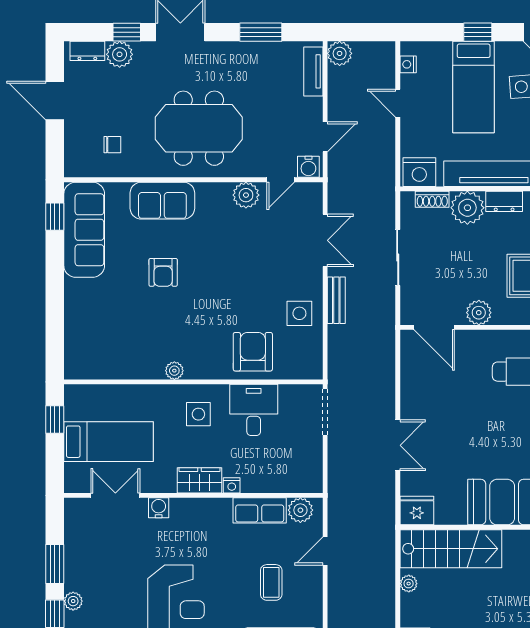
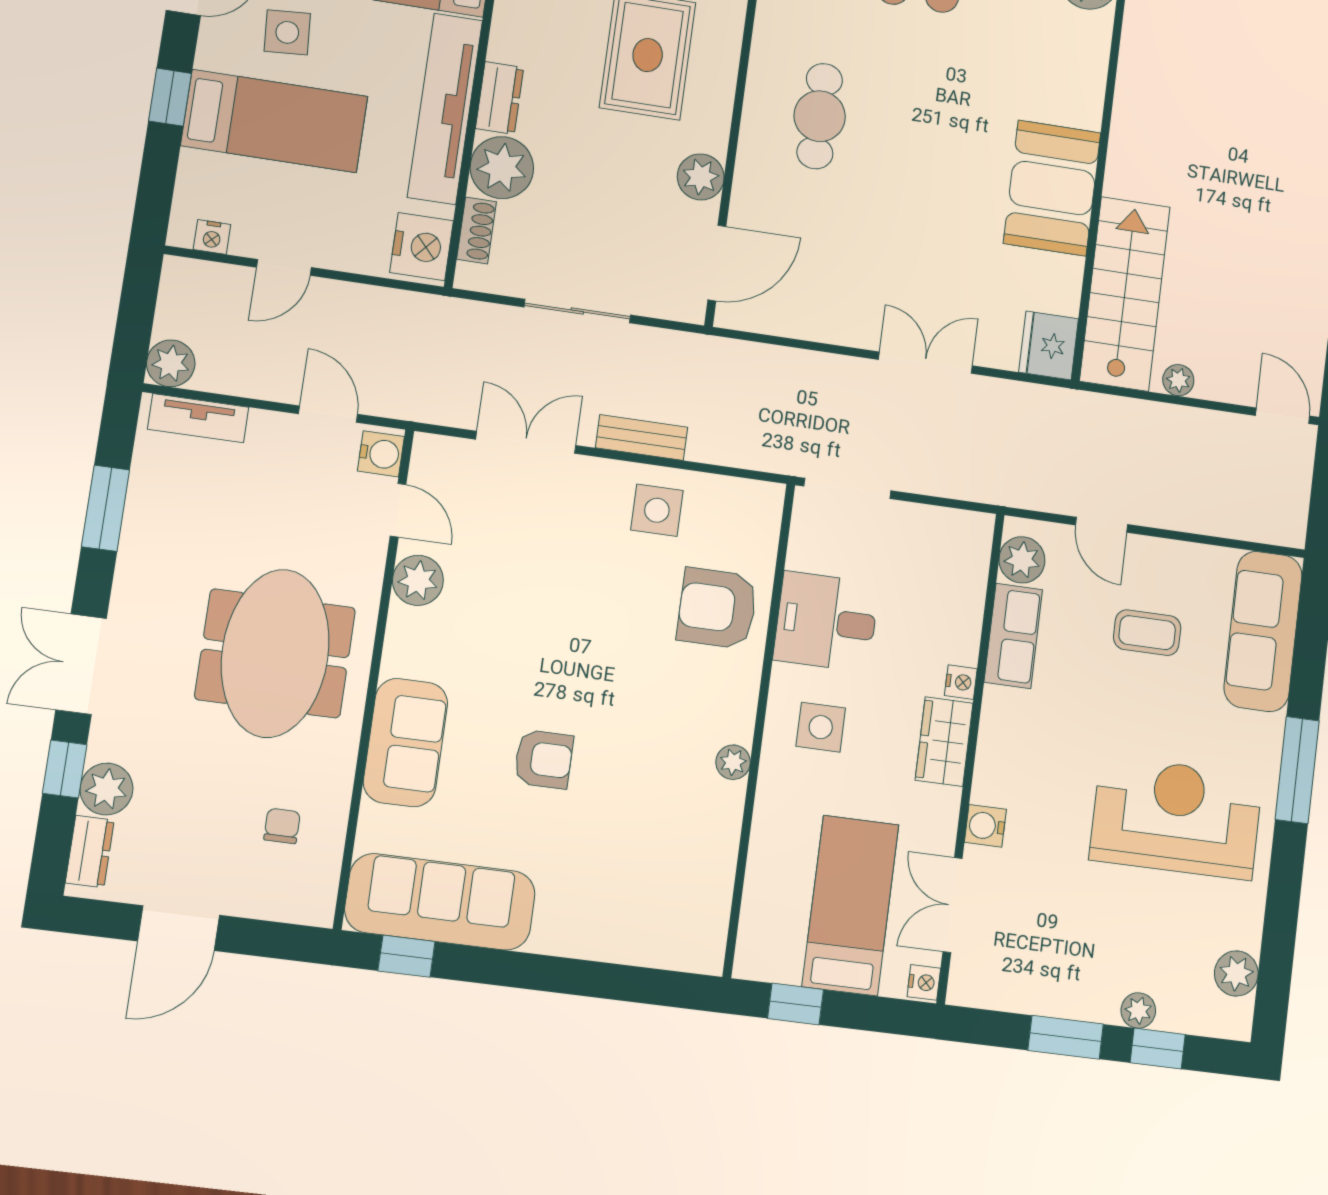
nightstand: (74, 485) -> (924, 982), added

